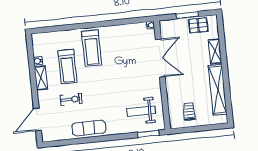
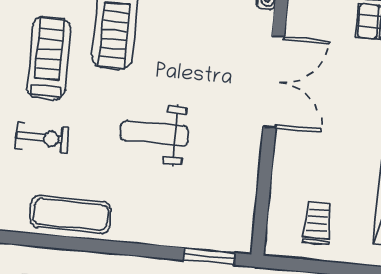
treadmill: (68, 67) -> (49, 58), turned 180
weight bench: (141, 111) -> (154, 133), moved

